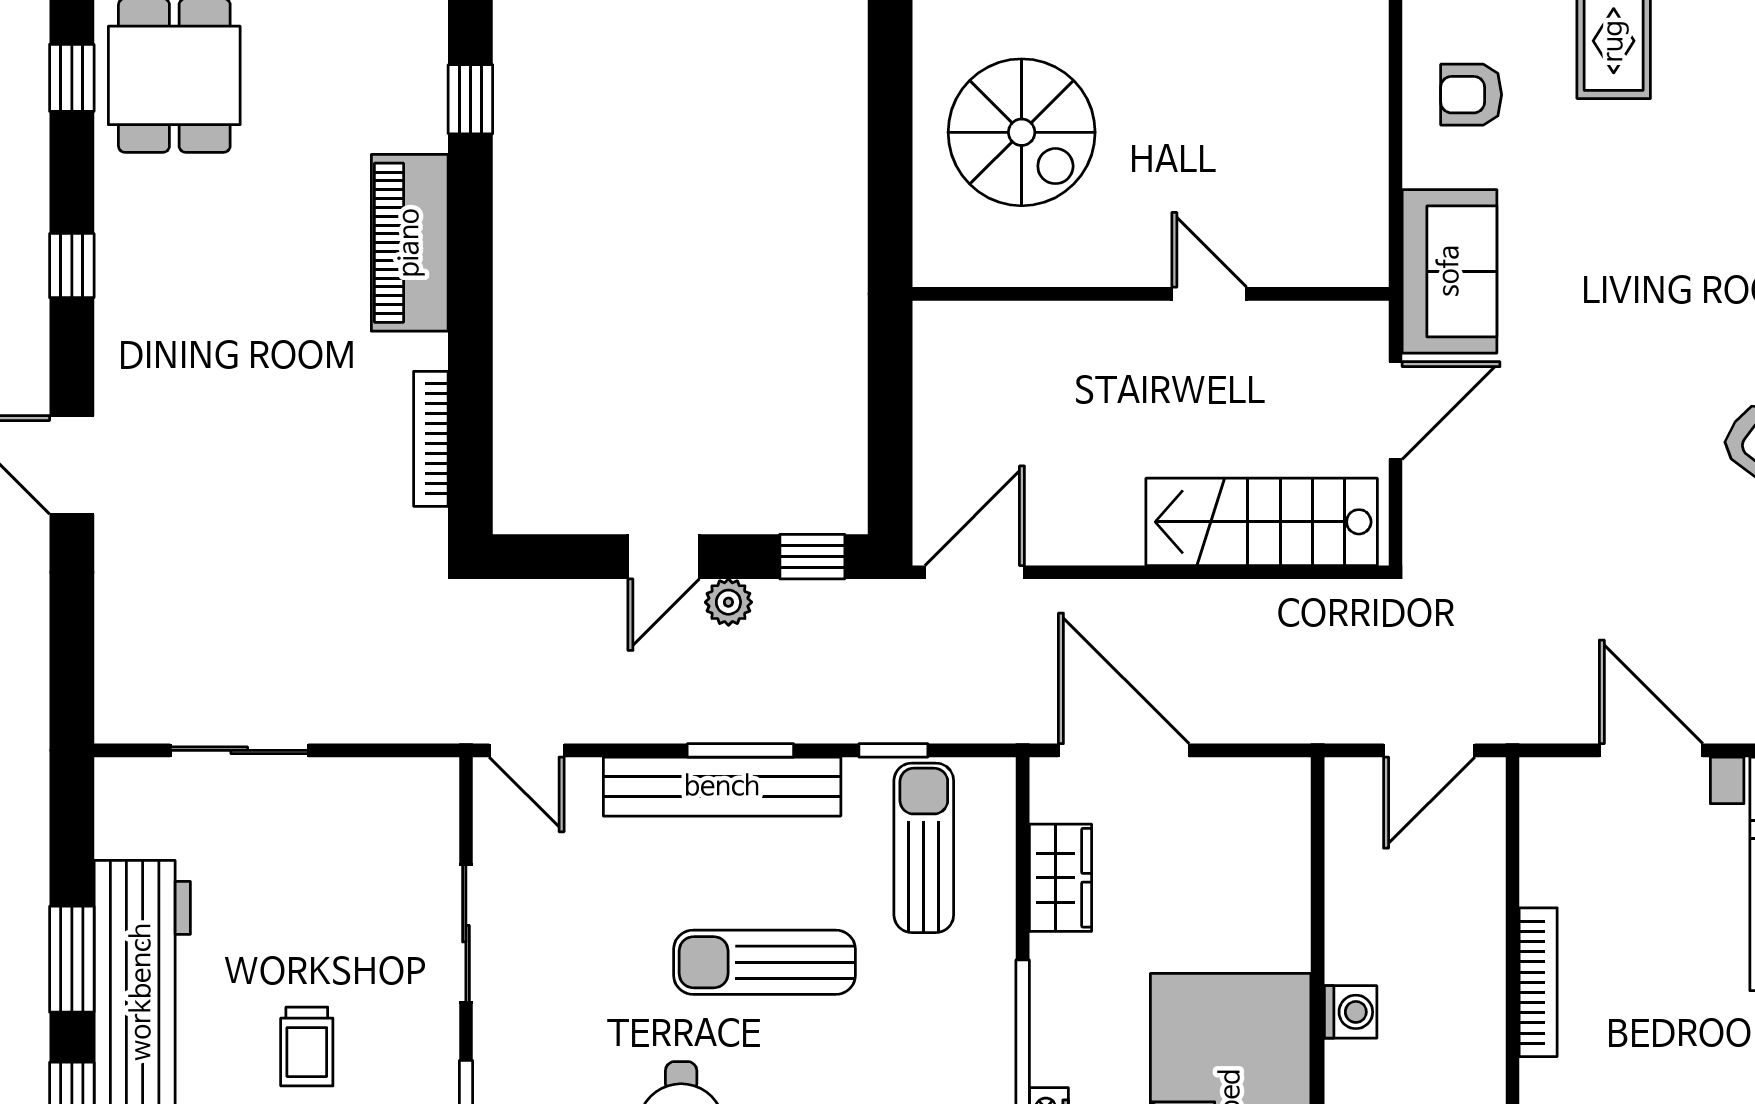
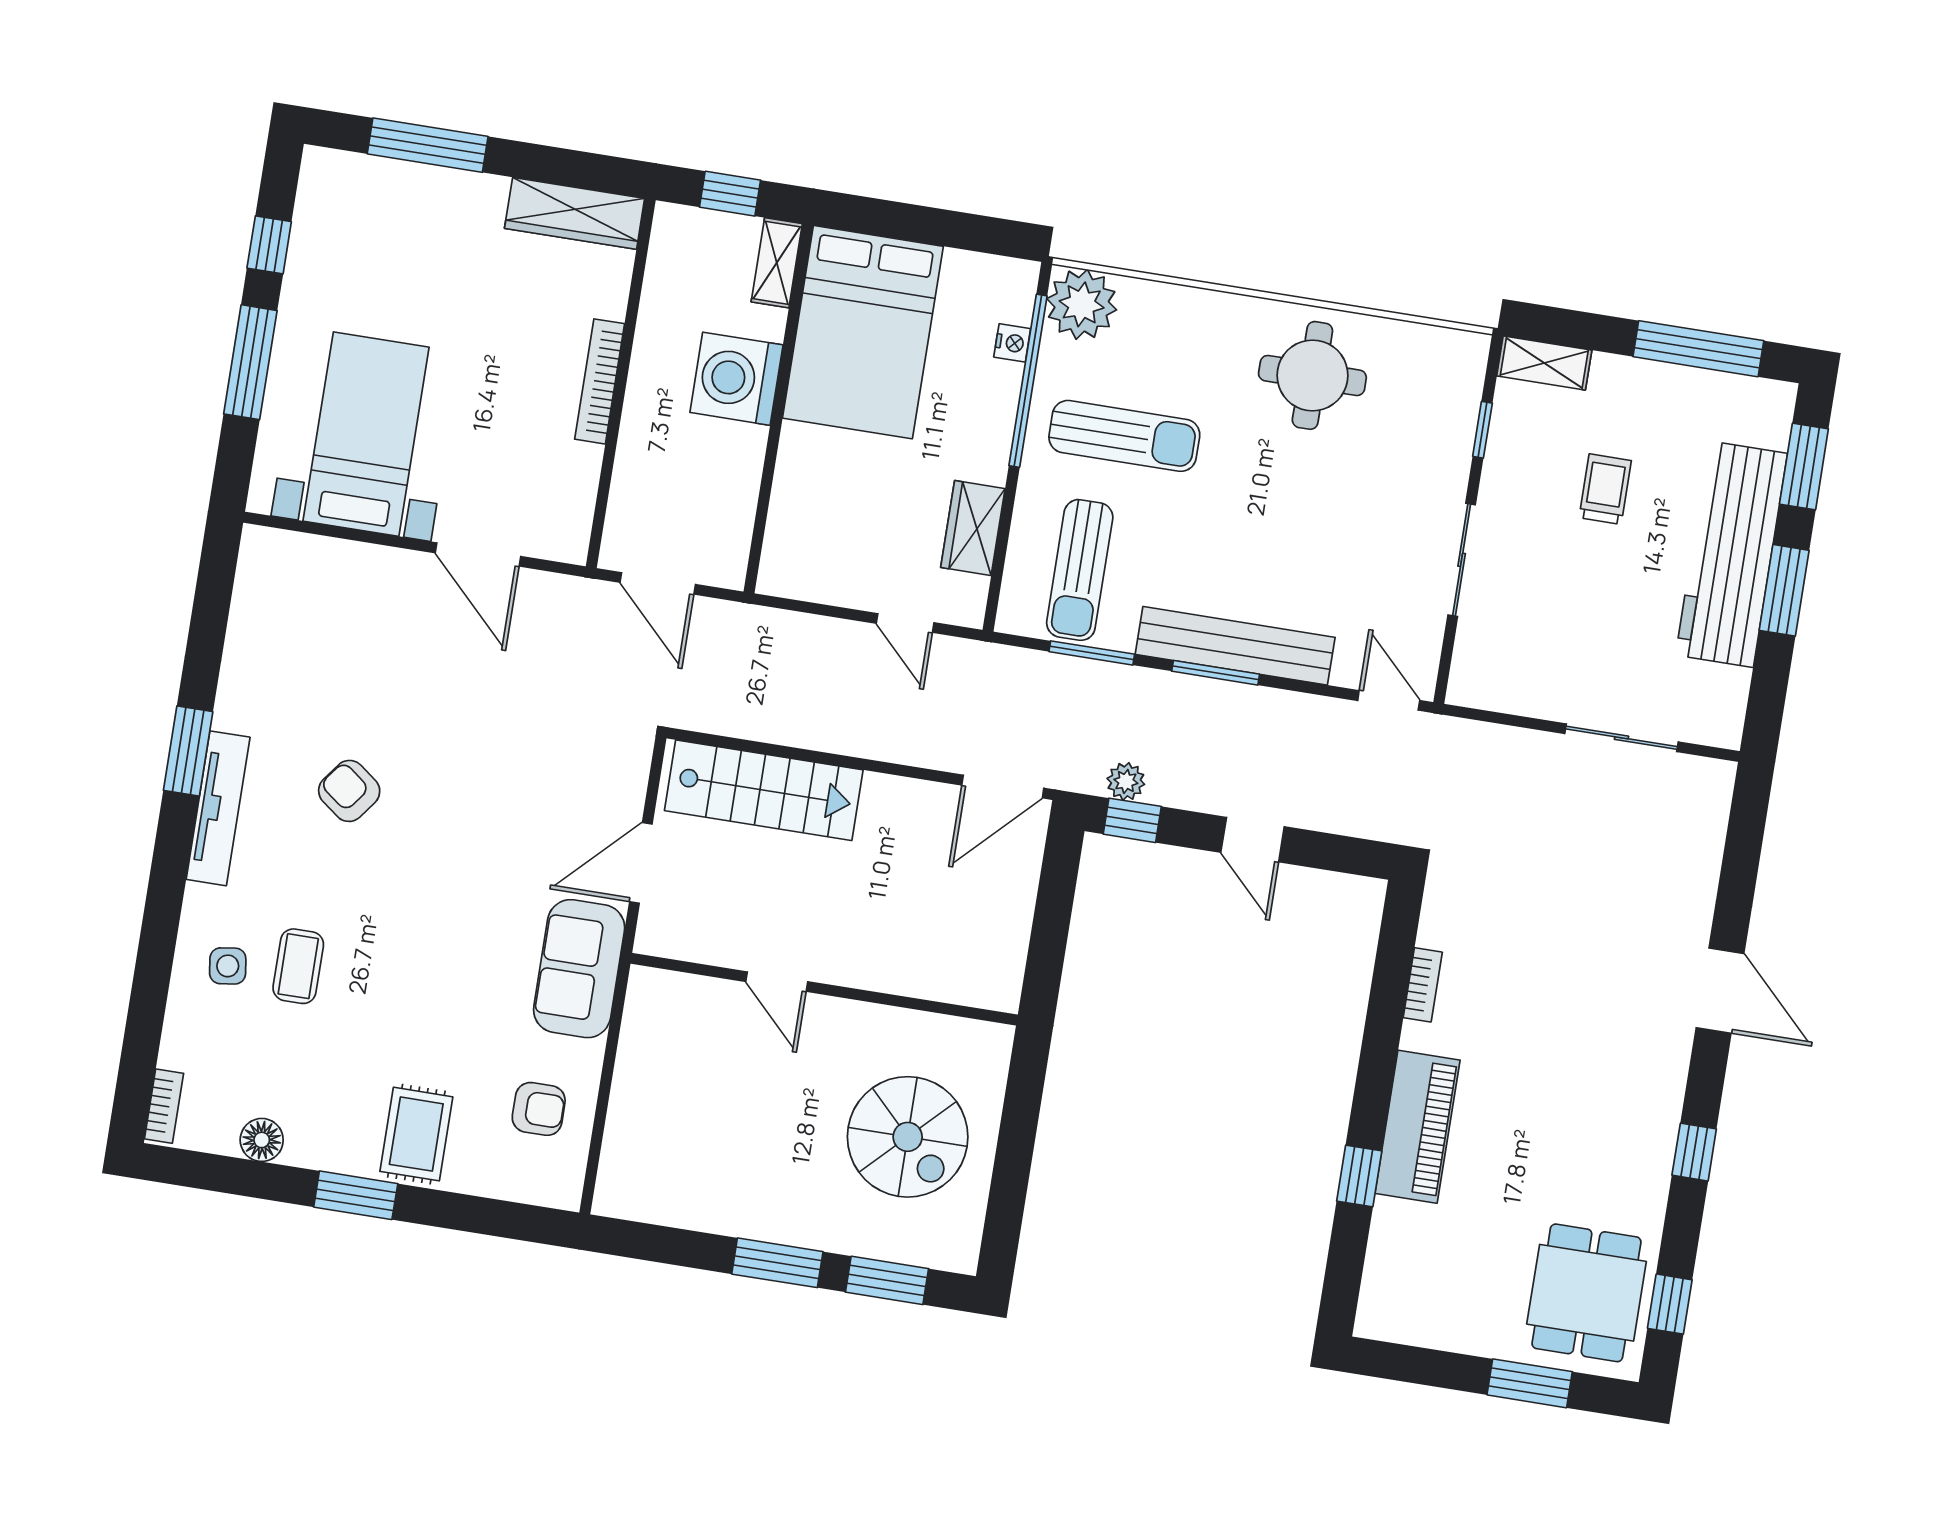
window: (470, 99) -> (1359, 1176), moved
spiral stairs: (1022, 132) -> (908, 1137), turned 180
bookcase: (431, 439) -> (1423, 985), width x0.64
door: (664, 557) -> (1253, 840), swing flipped
plant: (728, 602) -> (1126, 781), moved
window: (893, 750) -> (1092, 653), width x1.50
door: (1124, 750) -> (905, 623), width x0.53
door: (1429, 750) -> (658, 583), swing flipped
sun lounger: (765, 962) -> (1124, 436), moved
washing machine: (1351, 1012) -> (736, 379), width x1.89, depth x1.89

